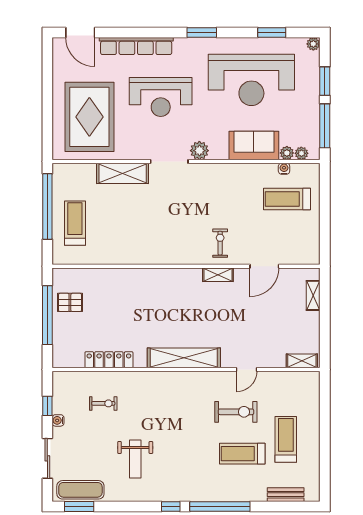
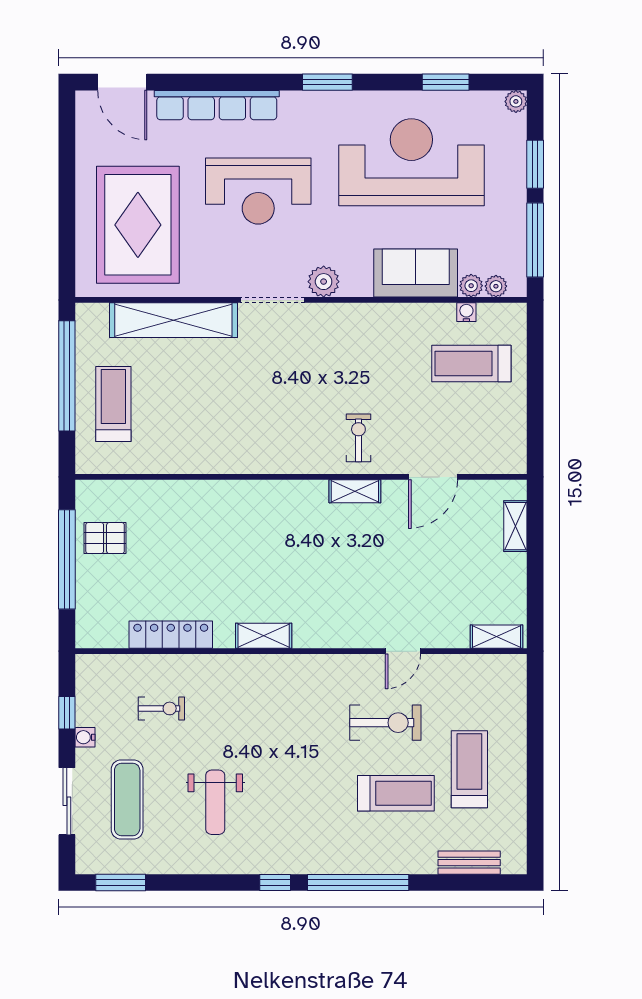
reception desk: (251, 80) -> (411, 162), turned 180
shelving: (123, 173) -> (173, 320), width x1.47
shelving: (184, 358) -> (264, 636), width x0.45, depth x0.75
treadmill: (242, 454) -> (396, 793), turned 180
exercise mat: (80, 490) -> (127, 799), moved, turned 90

